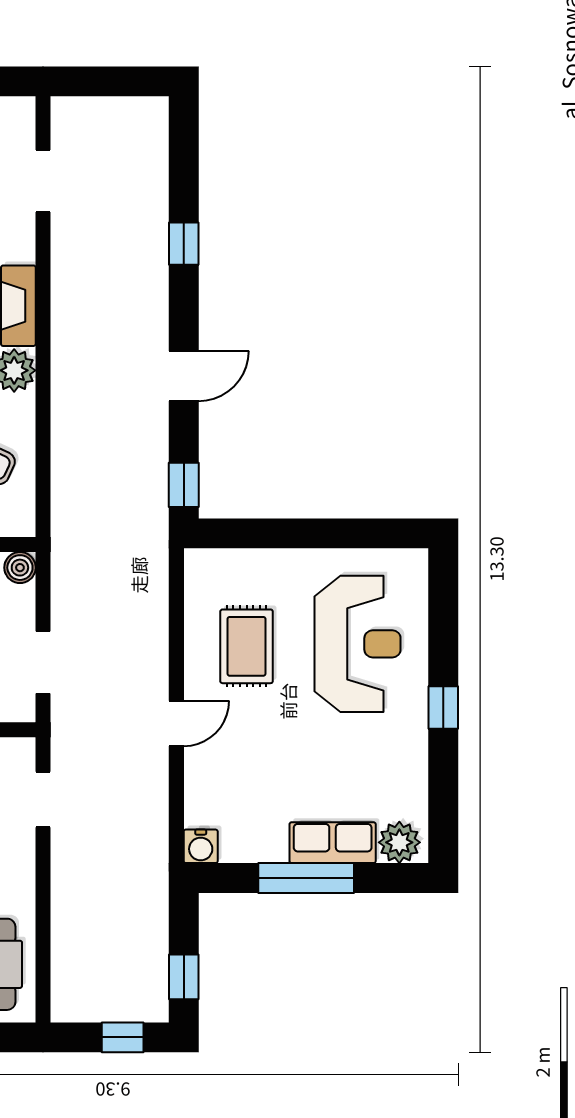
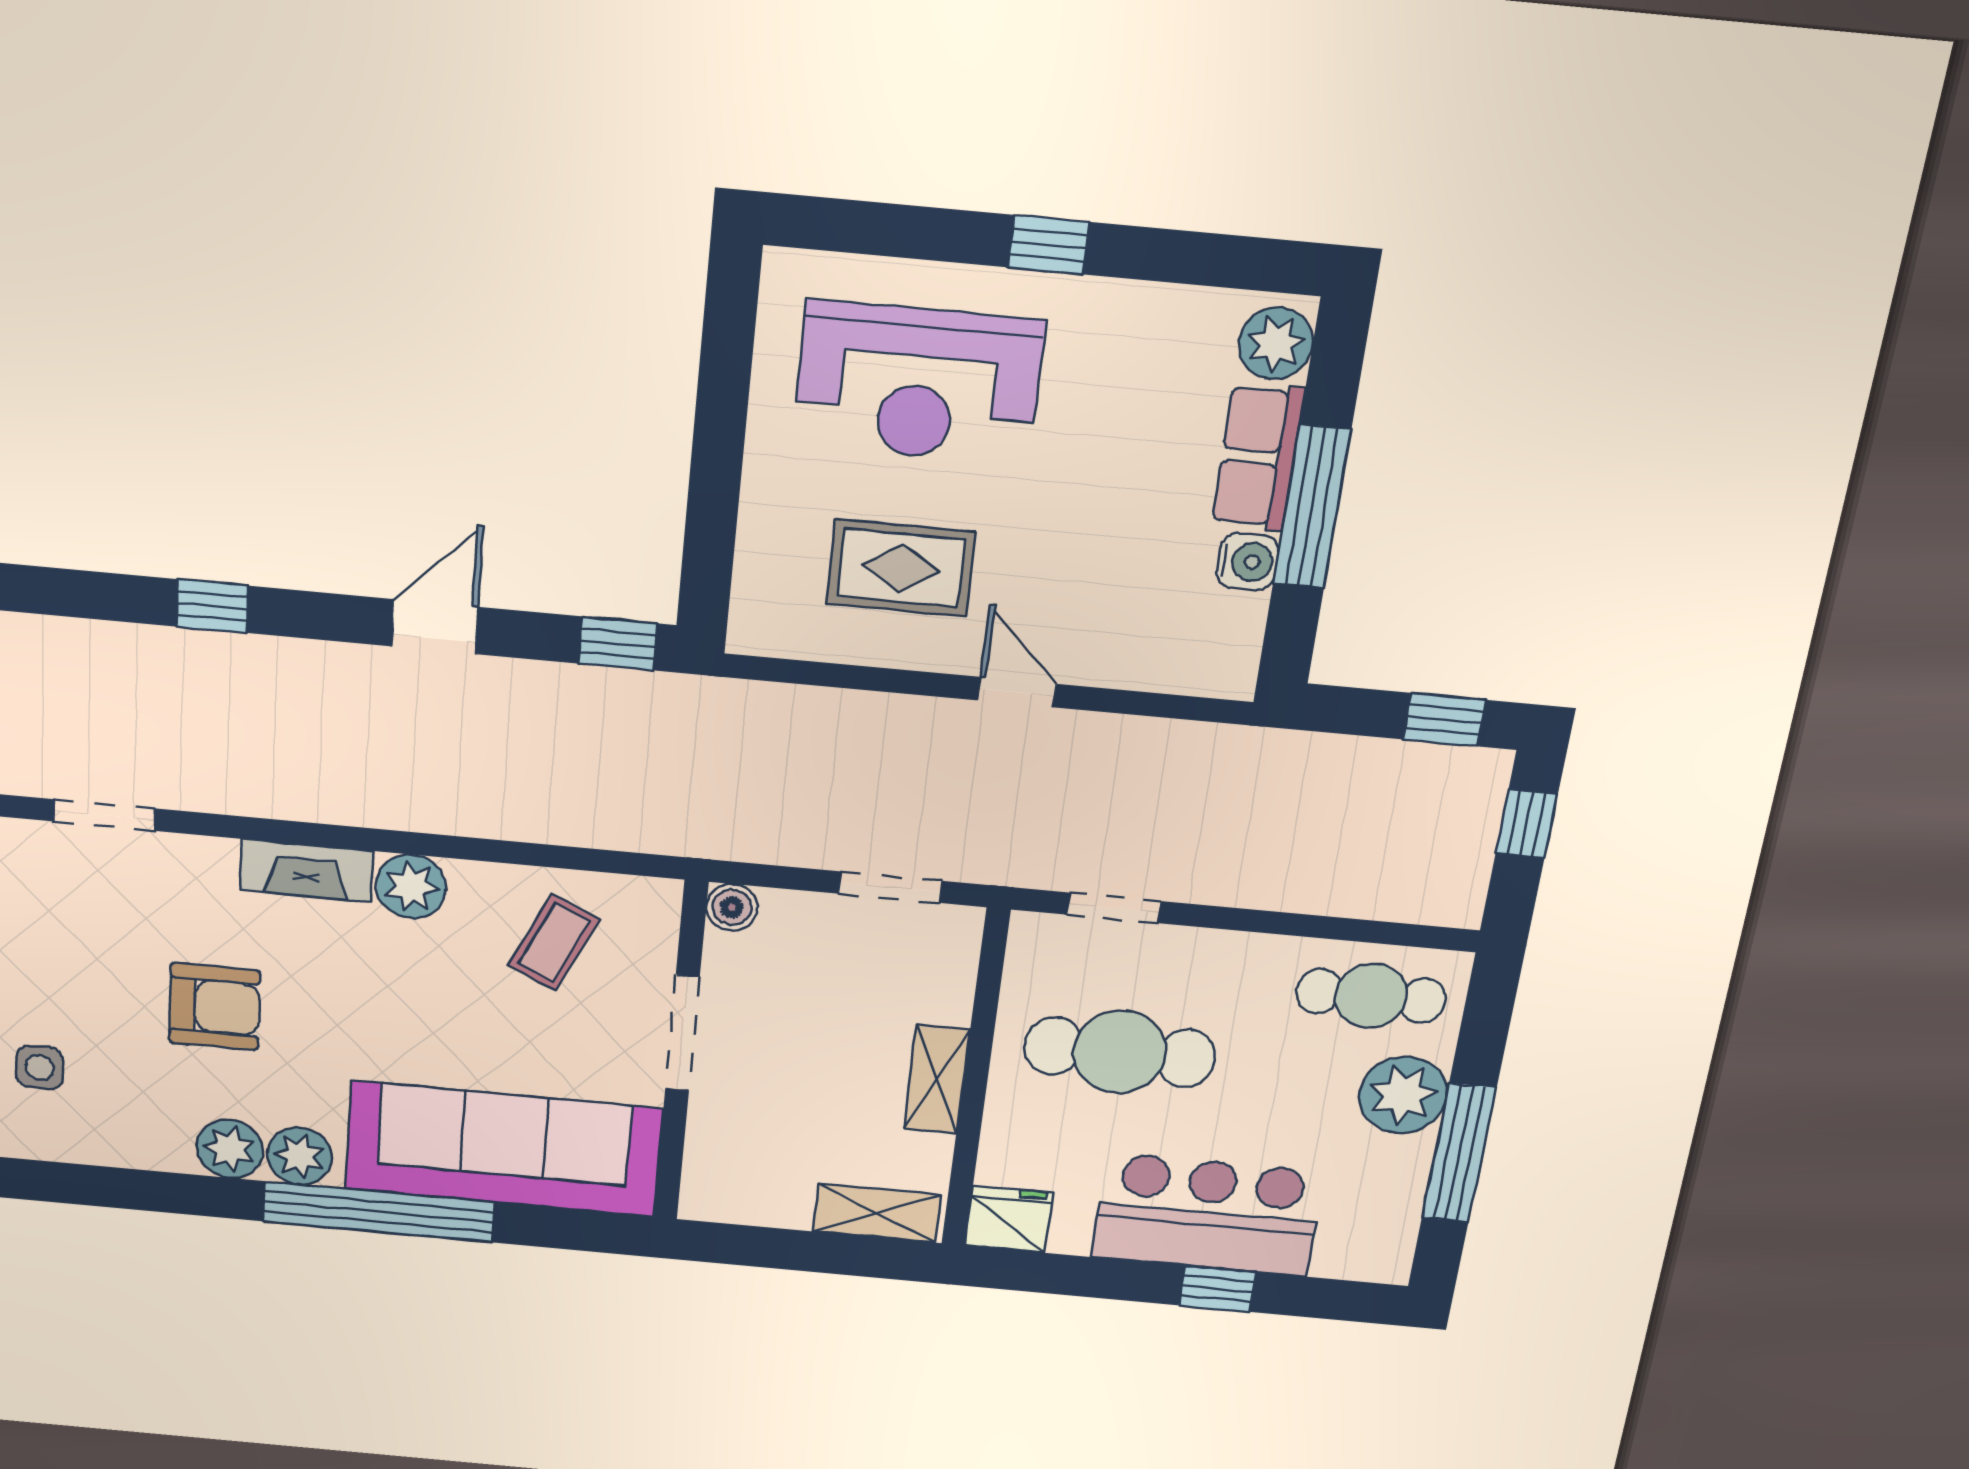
door: (184, 376) -> (435, 627), hinge flipped
reception desk: (358, 644) -> (918, 383), turned 180
water cooler: (201, 846) -> (1247, 562), moved

